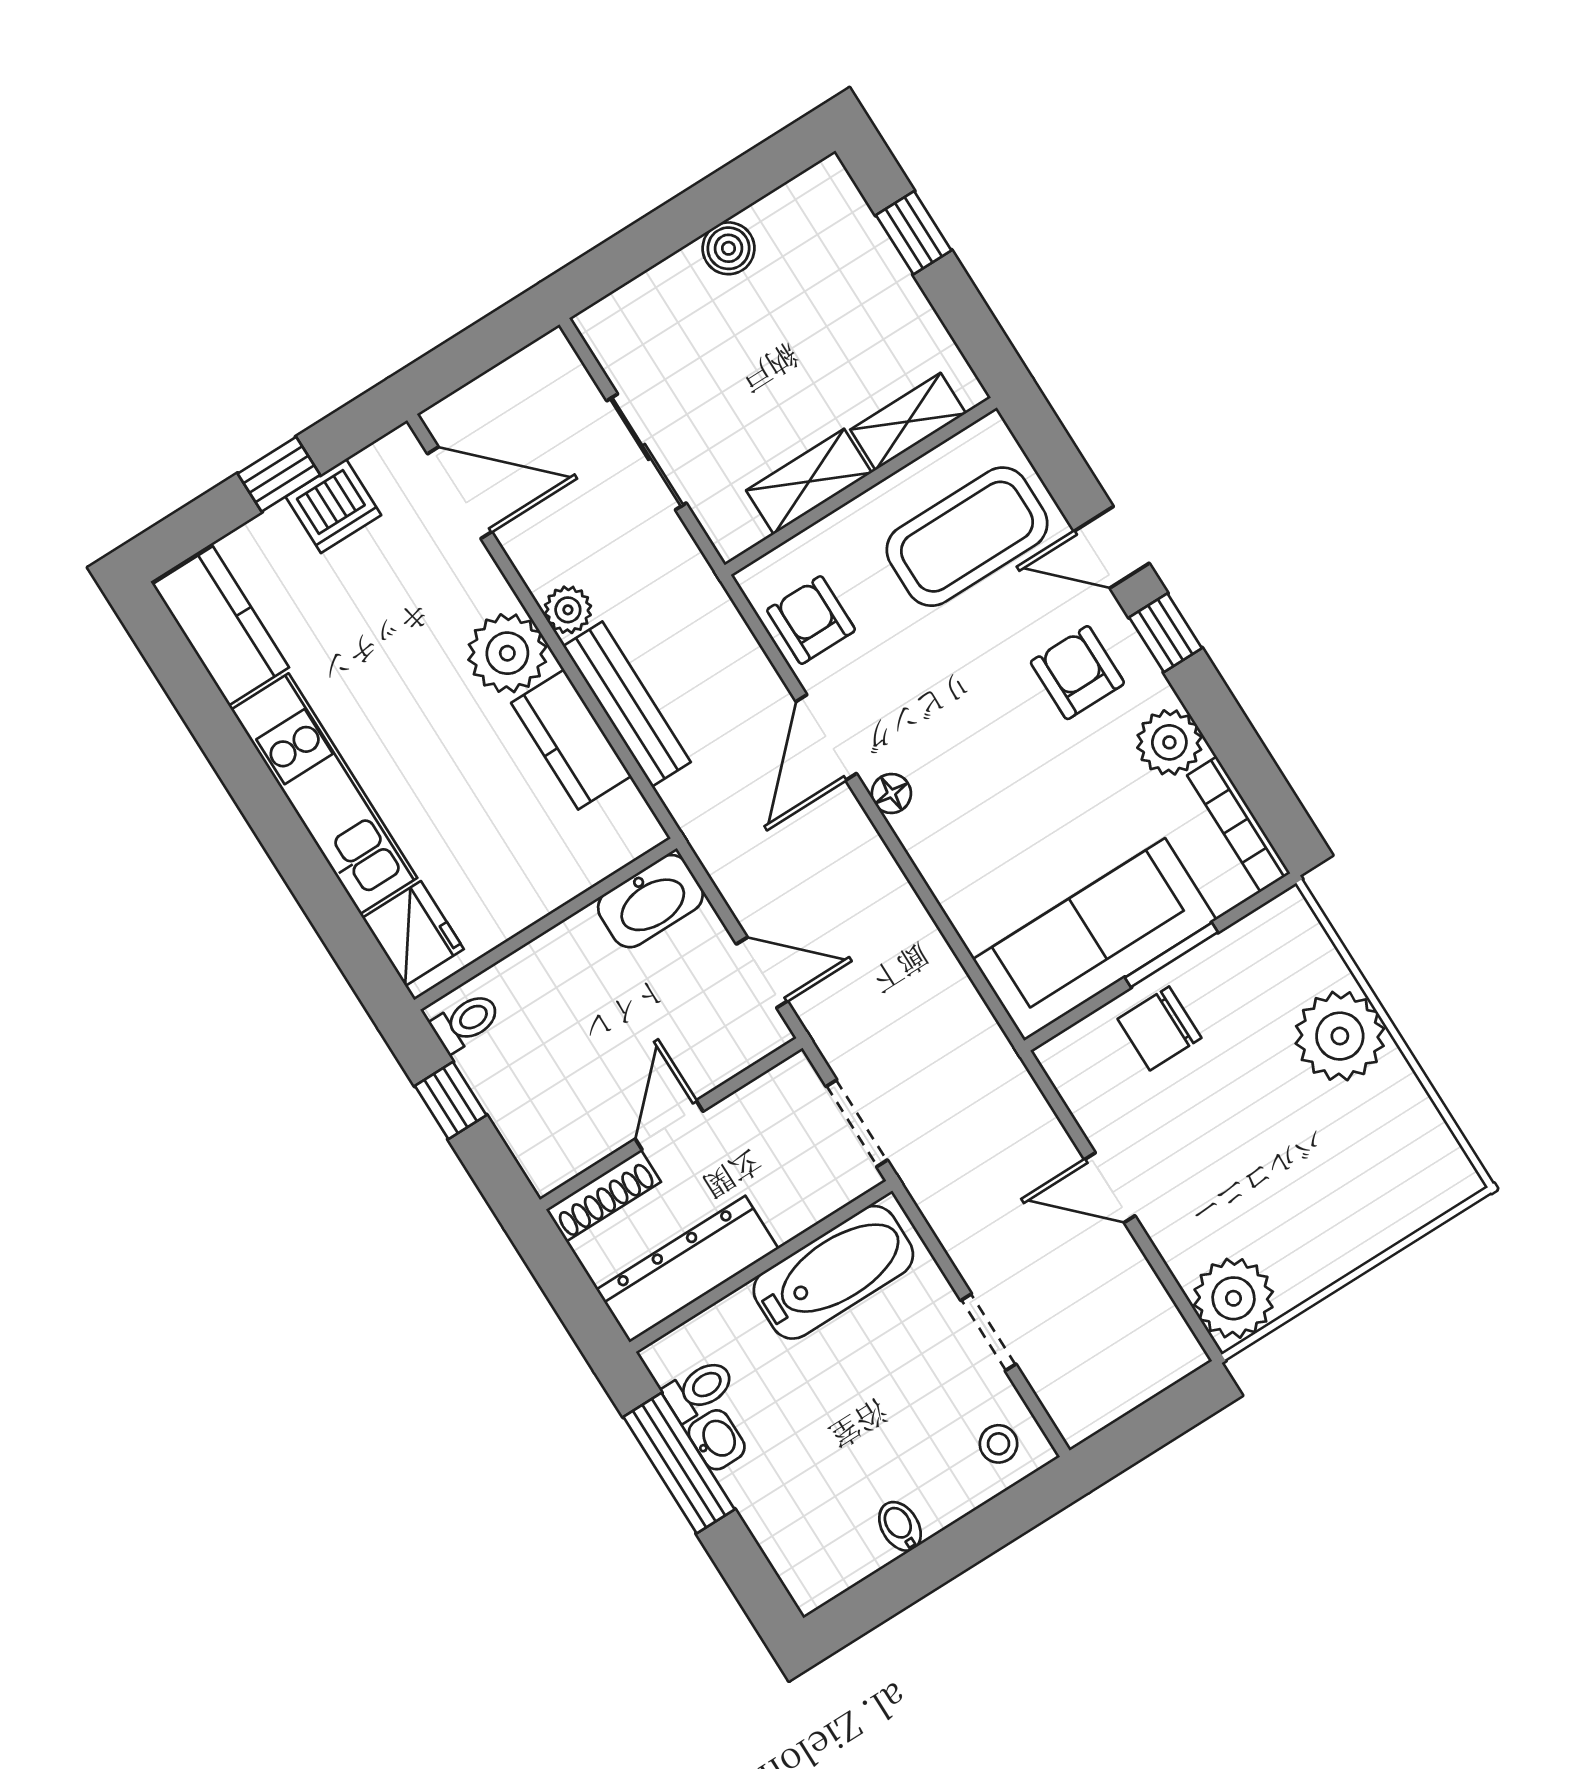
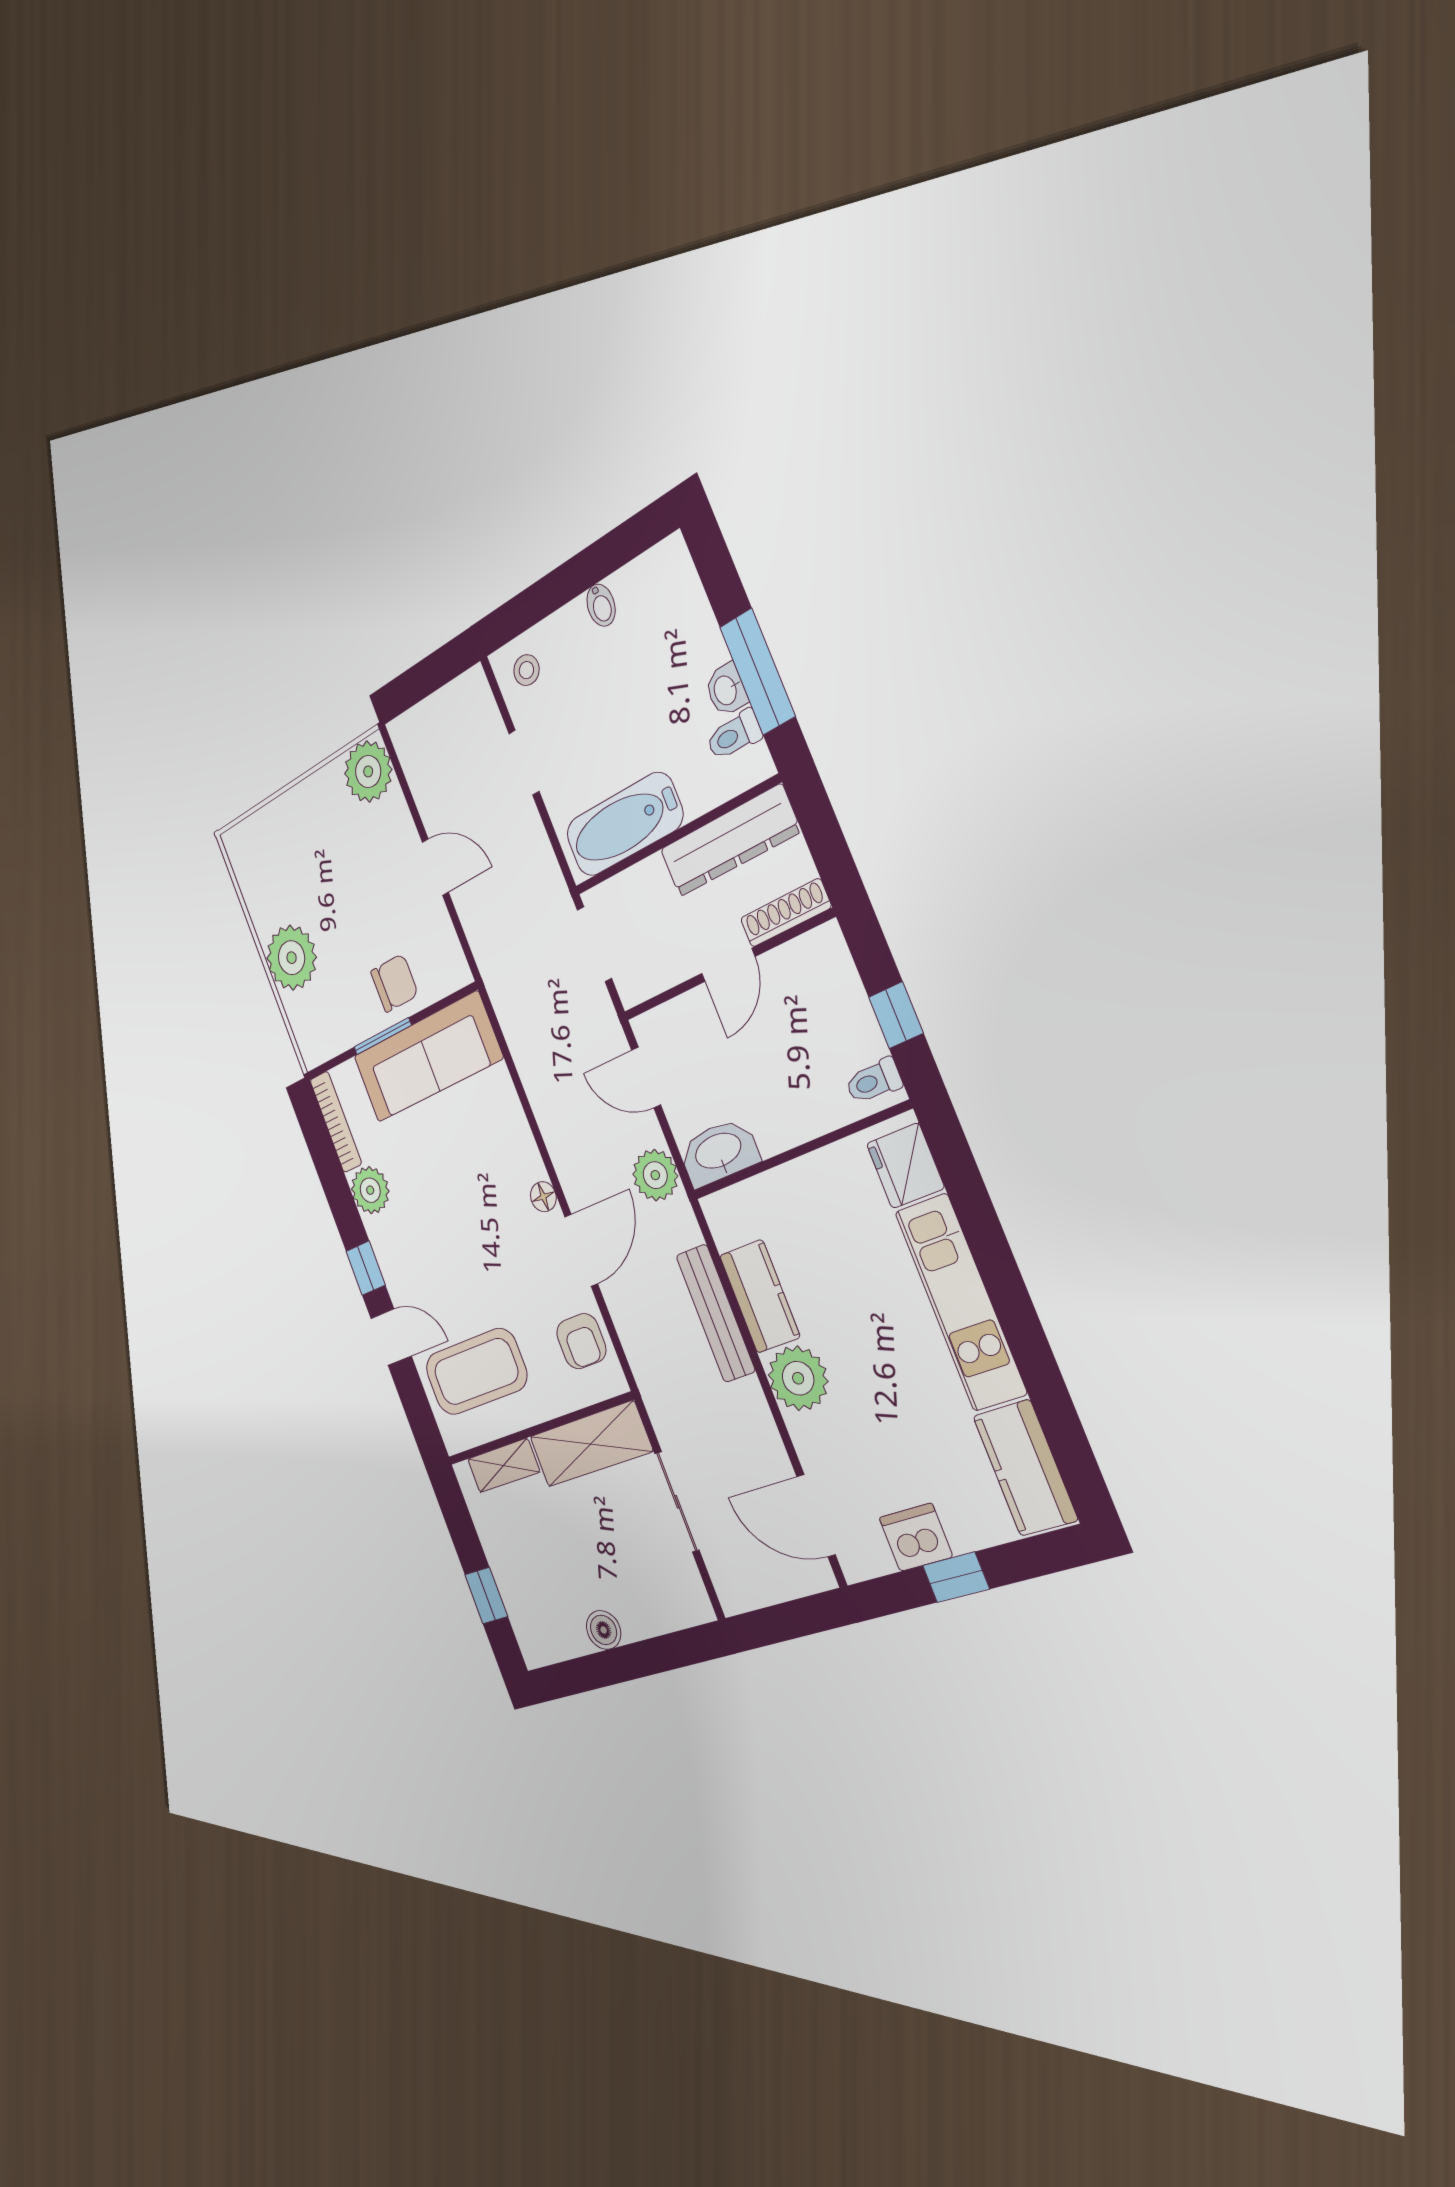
shelving: (809, 482) -> (591, 1444), width x1.50, depth x1.33
plant: (568, 610) -> (655, 1175), moved, width x1.38, depth x1.38
armchair: (1077, 673) -> (419, 1255), removed

